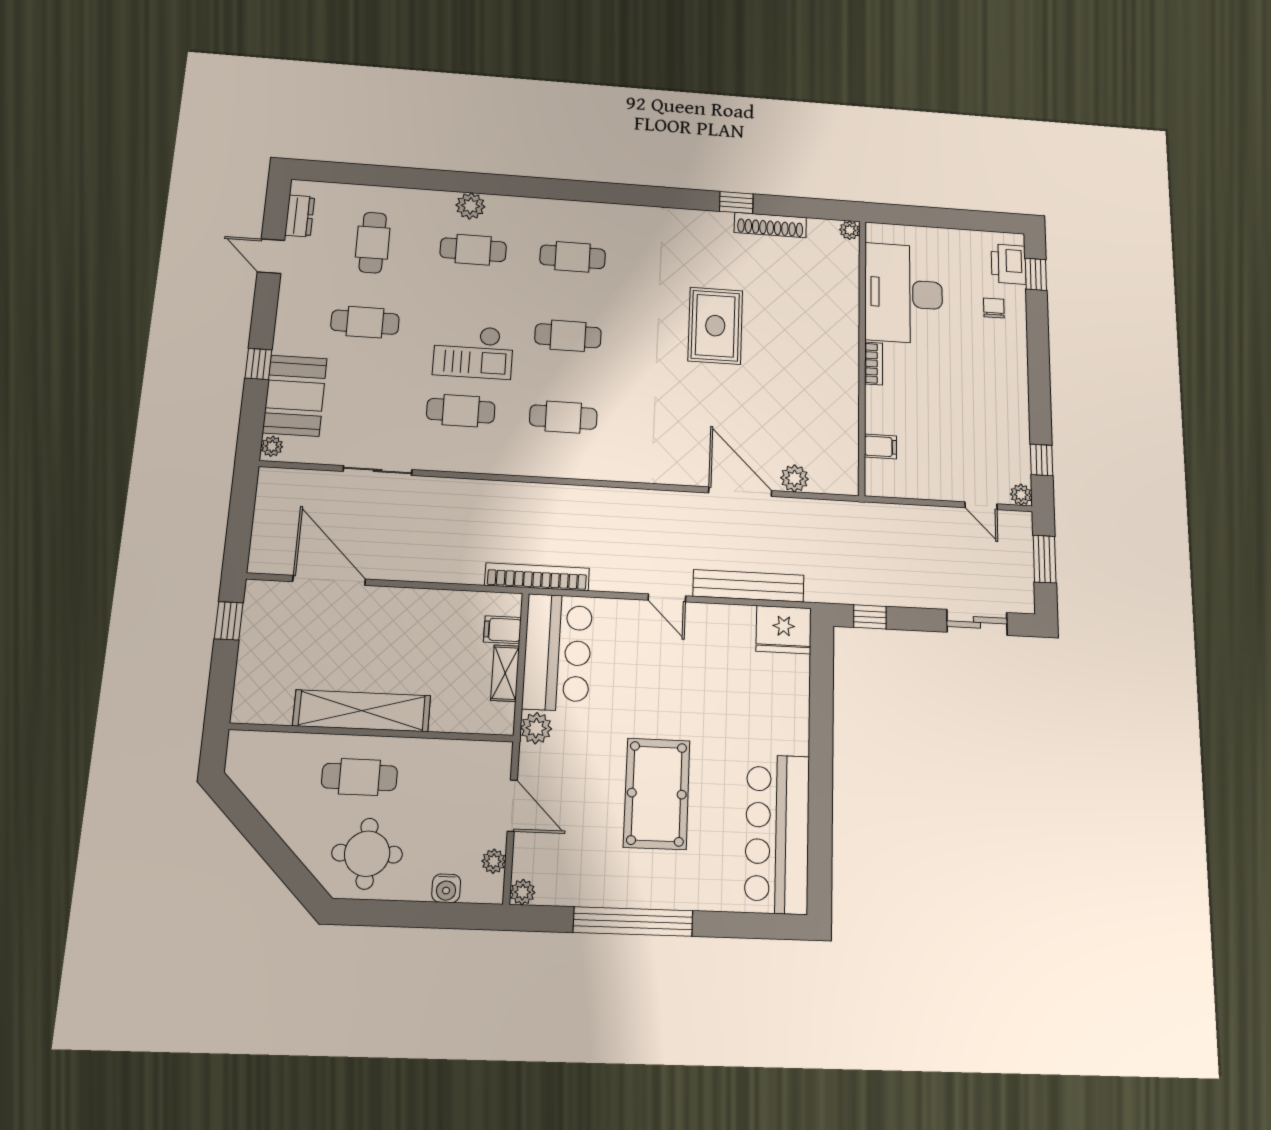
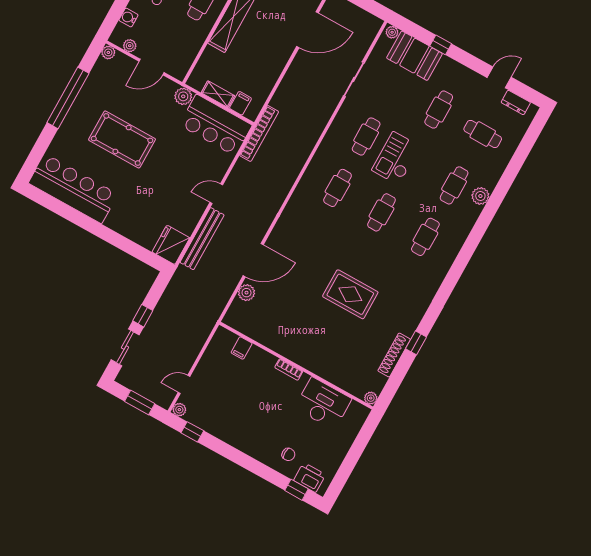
desk: (904, 293) -> (323, 403), width x0.73, depth x0.77
window: (870, 617) -> (143, 316), moved

